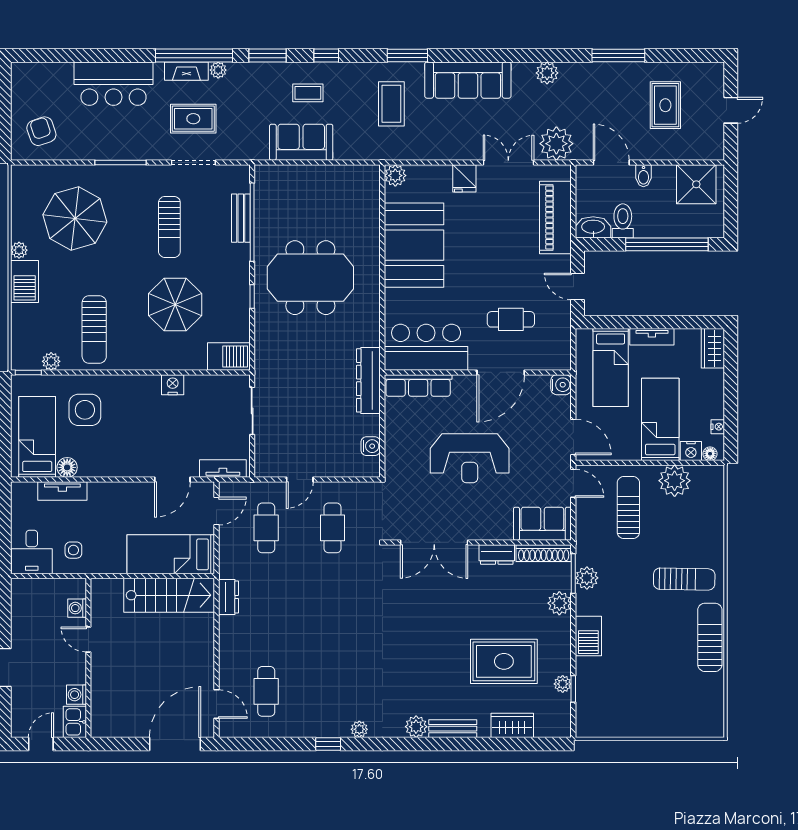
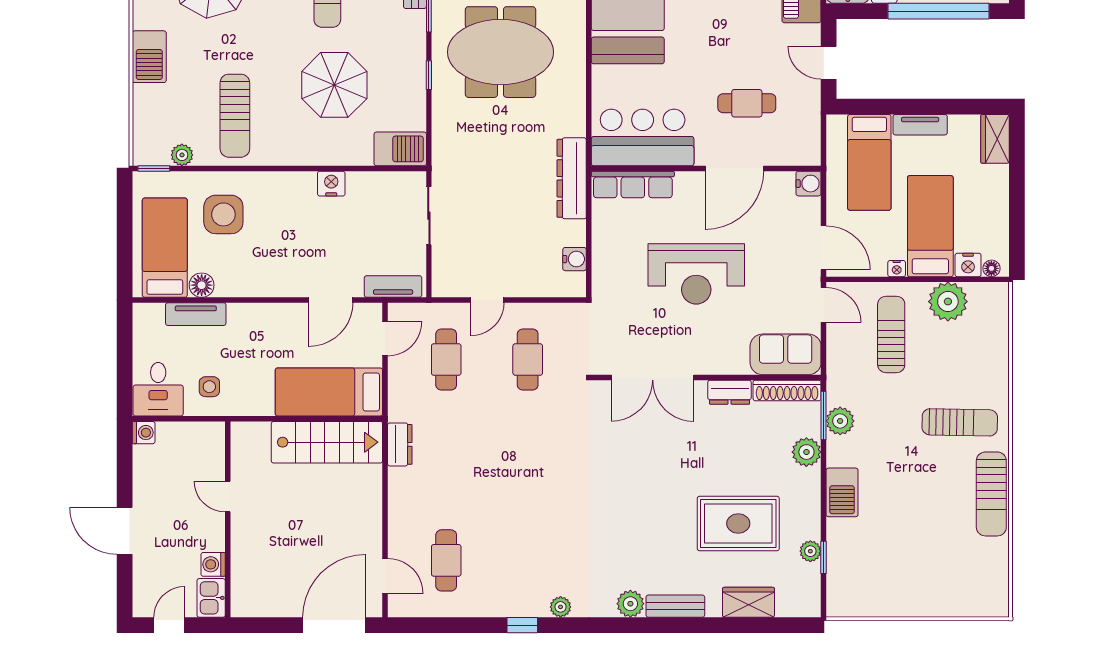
plant: (19, 250) -> (142, 18), removed
nightstand: (718, 427) -> (897, 269), moved, turned 90
washing machine: (77, 608) -> (144, 433), moved, turned 180
sun lounger: (710, 637) -> (991, 494), turned 180

